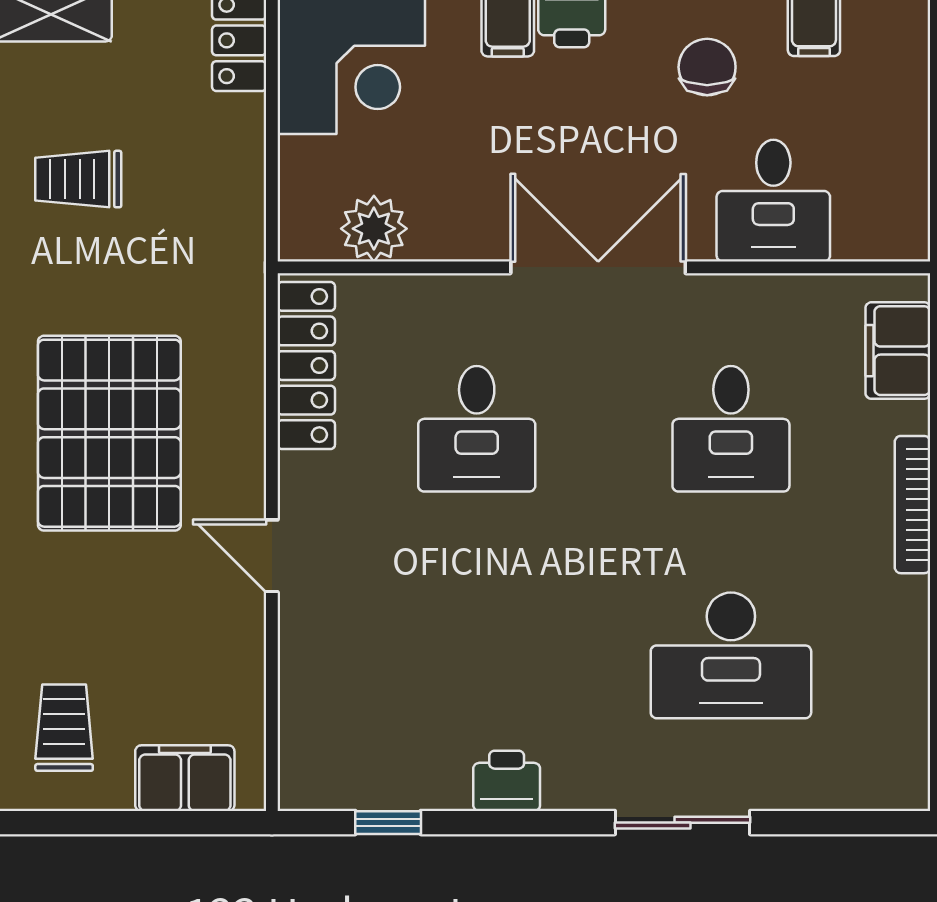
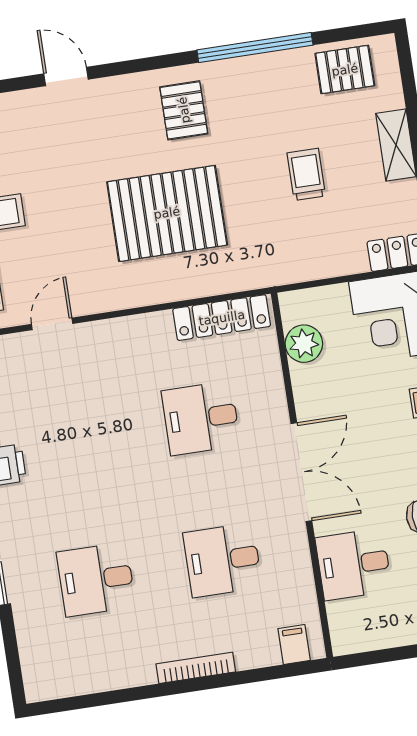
filing cabinet: (898, 351) -> (294, 645), width x0.50
door: (272, 556) -> (52, 324), moved
desk: (731, 655) -> (96, 579), width x0.73

